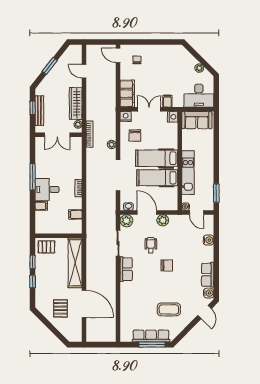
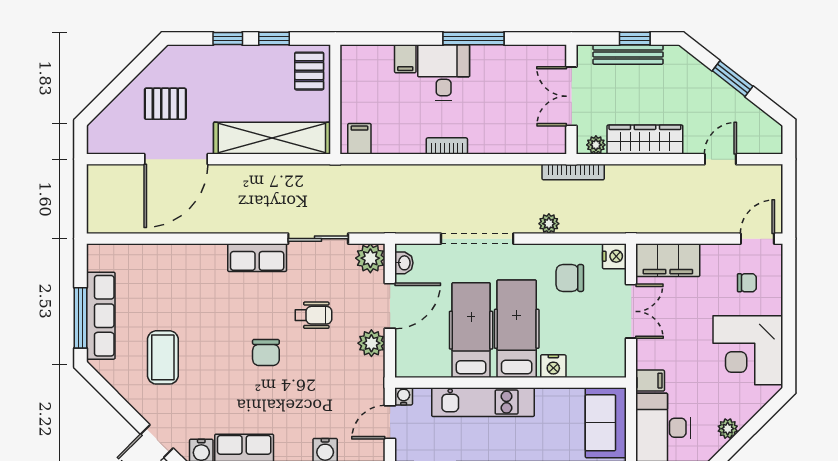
corner desk: (166, 59) -> (748, 350), added
filing cabinet: (167, 101) -> (650, 381), moved
nightstand: (173, 117) -> (553, 366), moved
filing cabinet: (75, 214) -> (359, 139), moved

